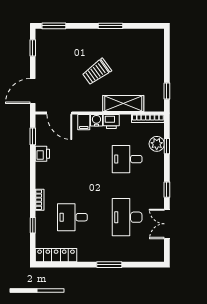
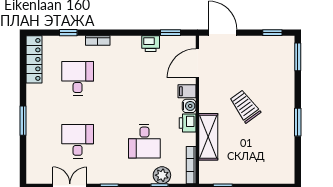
desk: (127, 159) -> (144, 141), turned 180
desk: (127, 217) -> (78, 141), width x0.73

